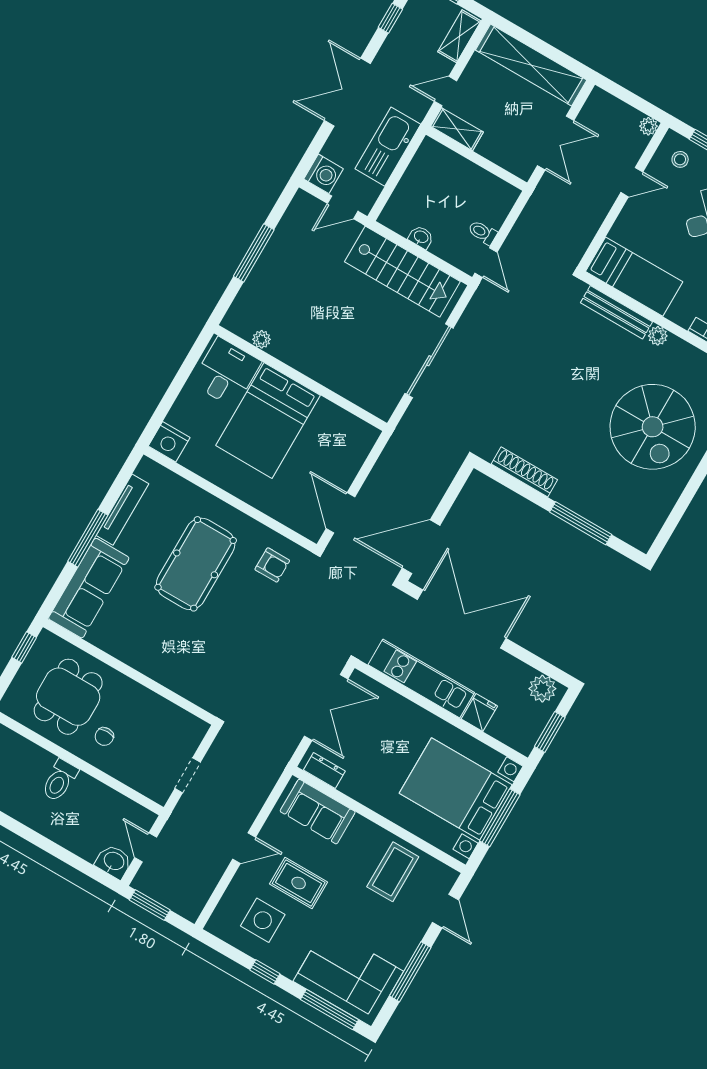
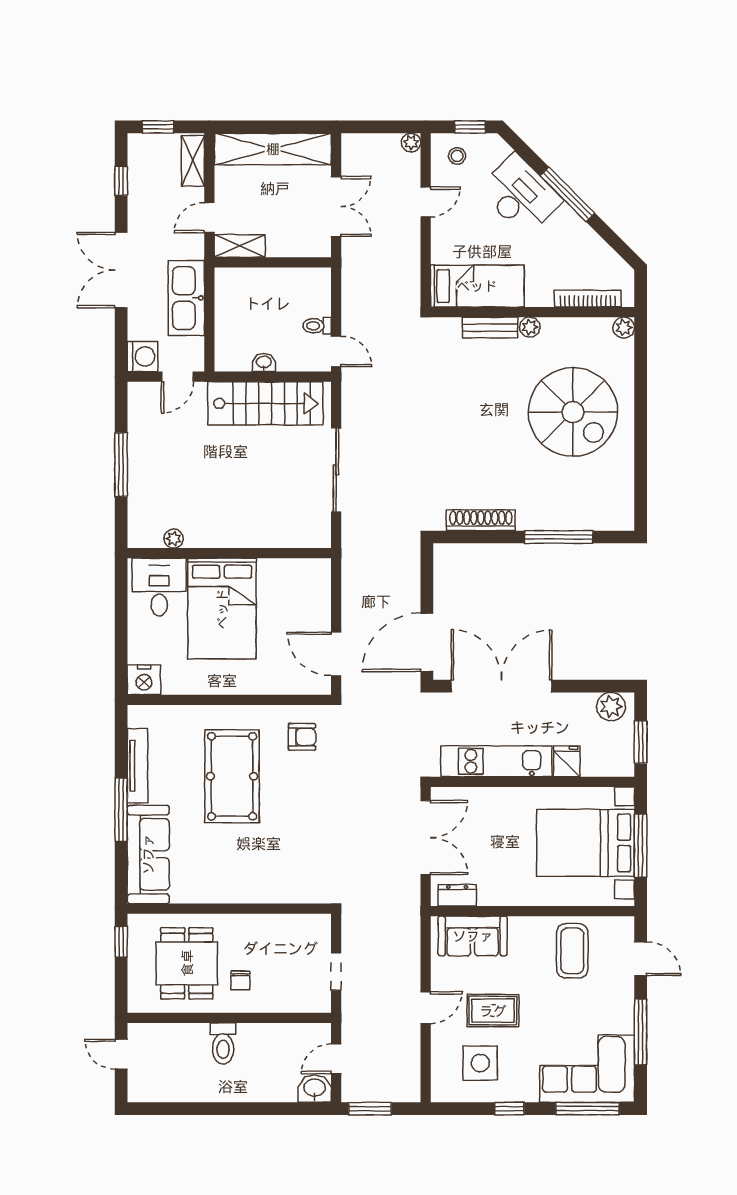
bench: (616, 312) -> (490, 328), width x0.73
door: (146, 847) -> (336, 1059), hinge flipped

